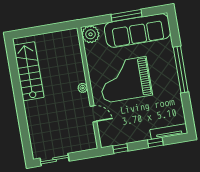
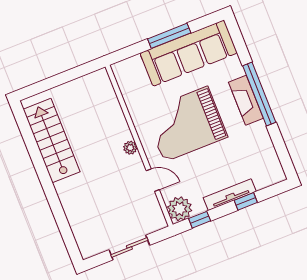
plant: (91, 34) -> (180, 209), moved
fireplace: (170, 72) -> (246, 100), added
tv unit: (169, 131) -> (230, 195), moved
sliding door: (55, 160) -> (129, 247), moved

